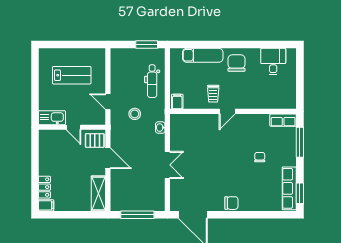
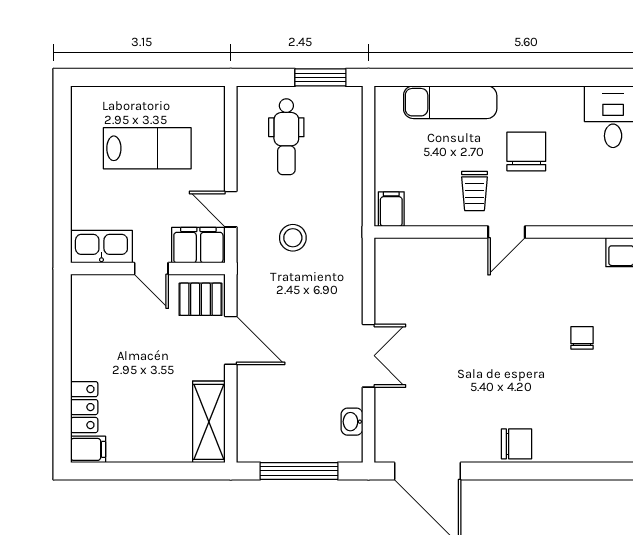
chair: (237, 63) -> (526, 151), moved
dental chair: (152, 81) -> (286, 137), moved
filing cabinet: (94, 117) -> (198, 245), added
washbasin: (160, 128) -> (352, 422), moved

